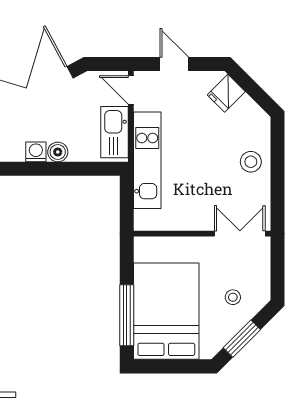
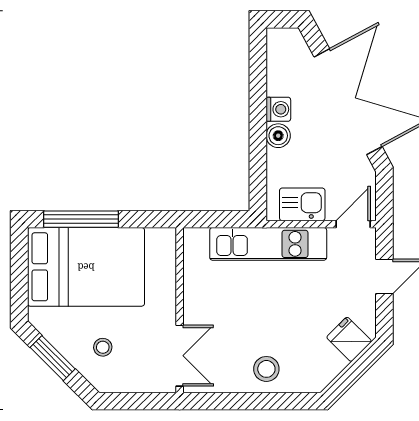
kitchen sink: (115, 132) -> (302, 204), width x0.73

